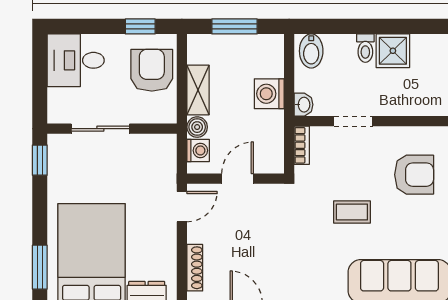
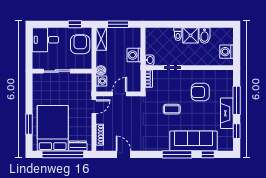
bidet: (311, 51) -> (205, 35), moved
shelving: (198, 90) -> (101, 39), moved
window: (40, 160) -> (29, 85), removed
armchair: (414, 175) -> (200, 92), turned 180
window: (40, 267) -> (29, 124), moved

